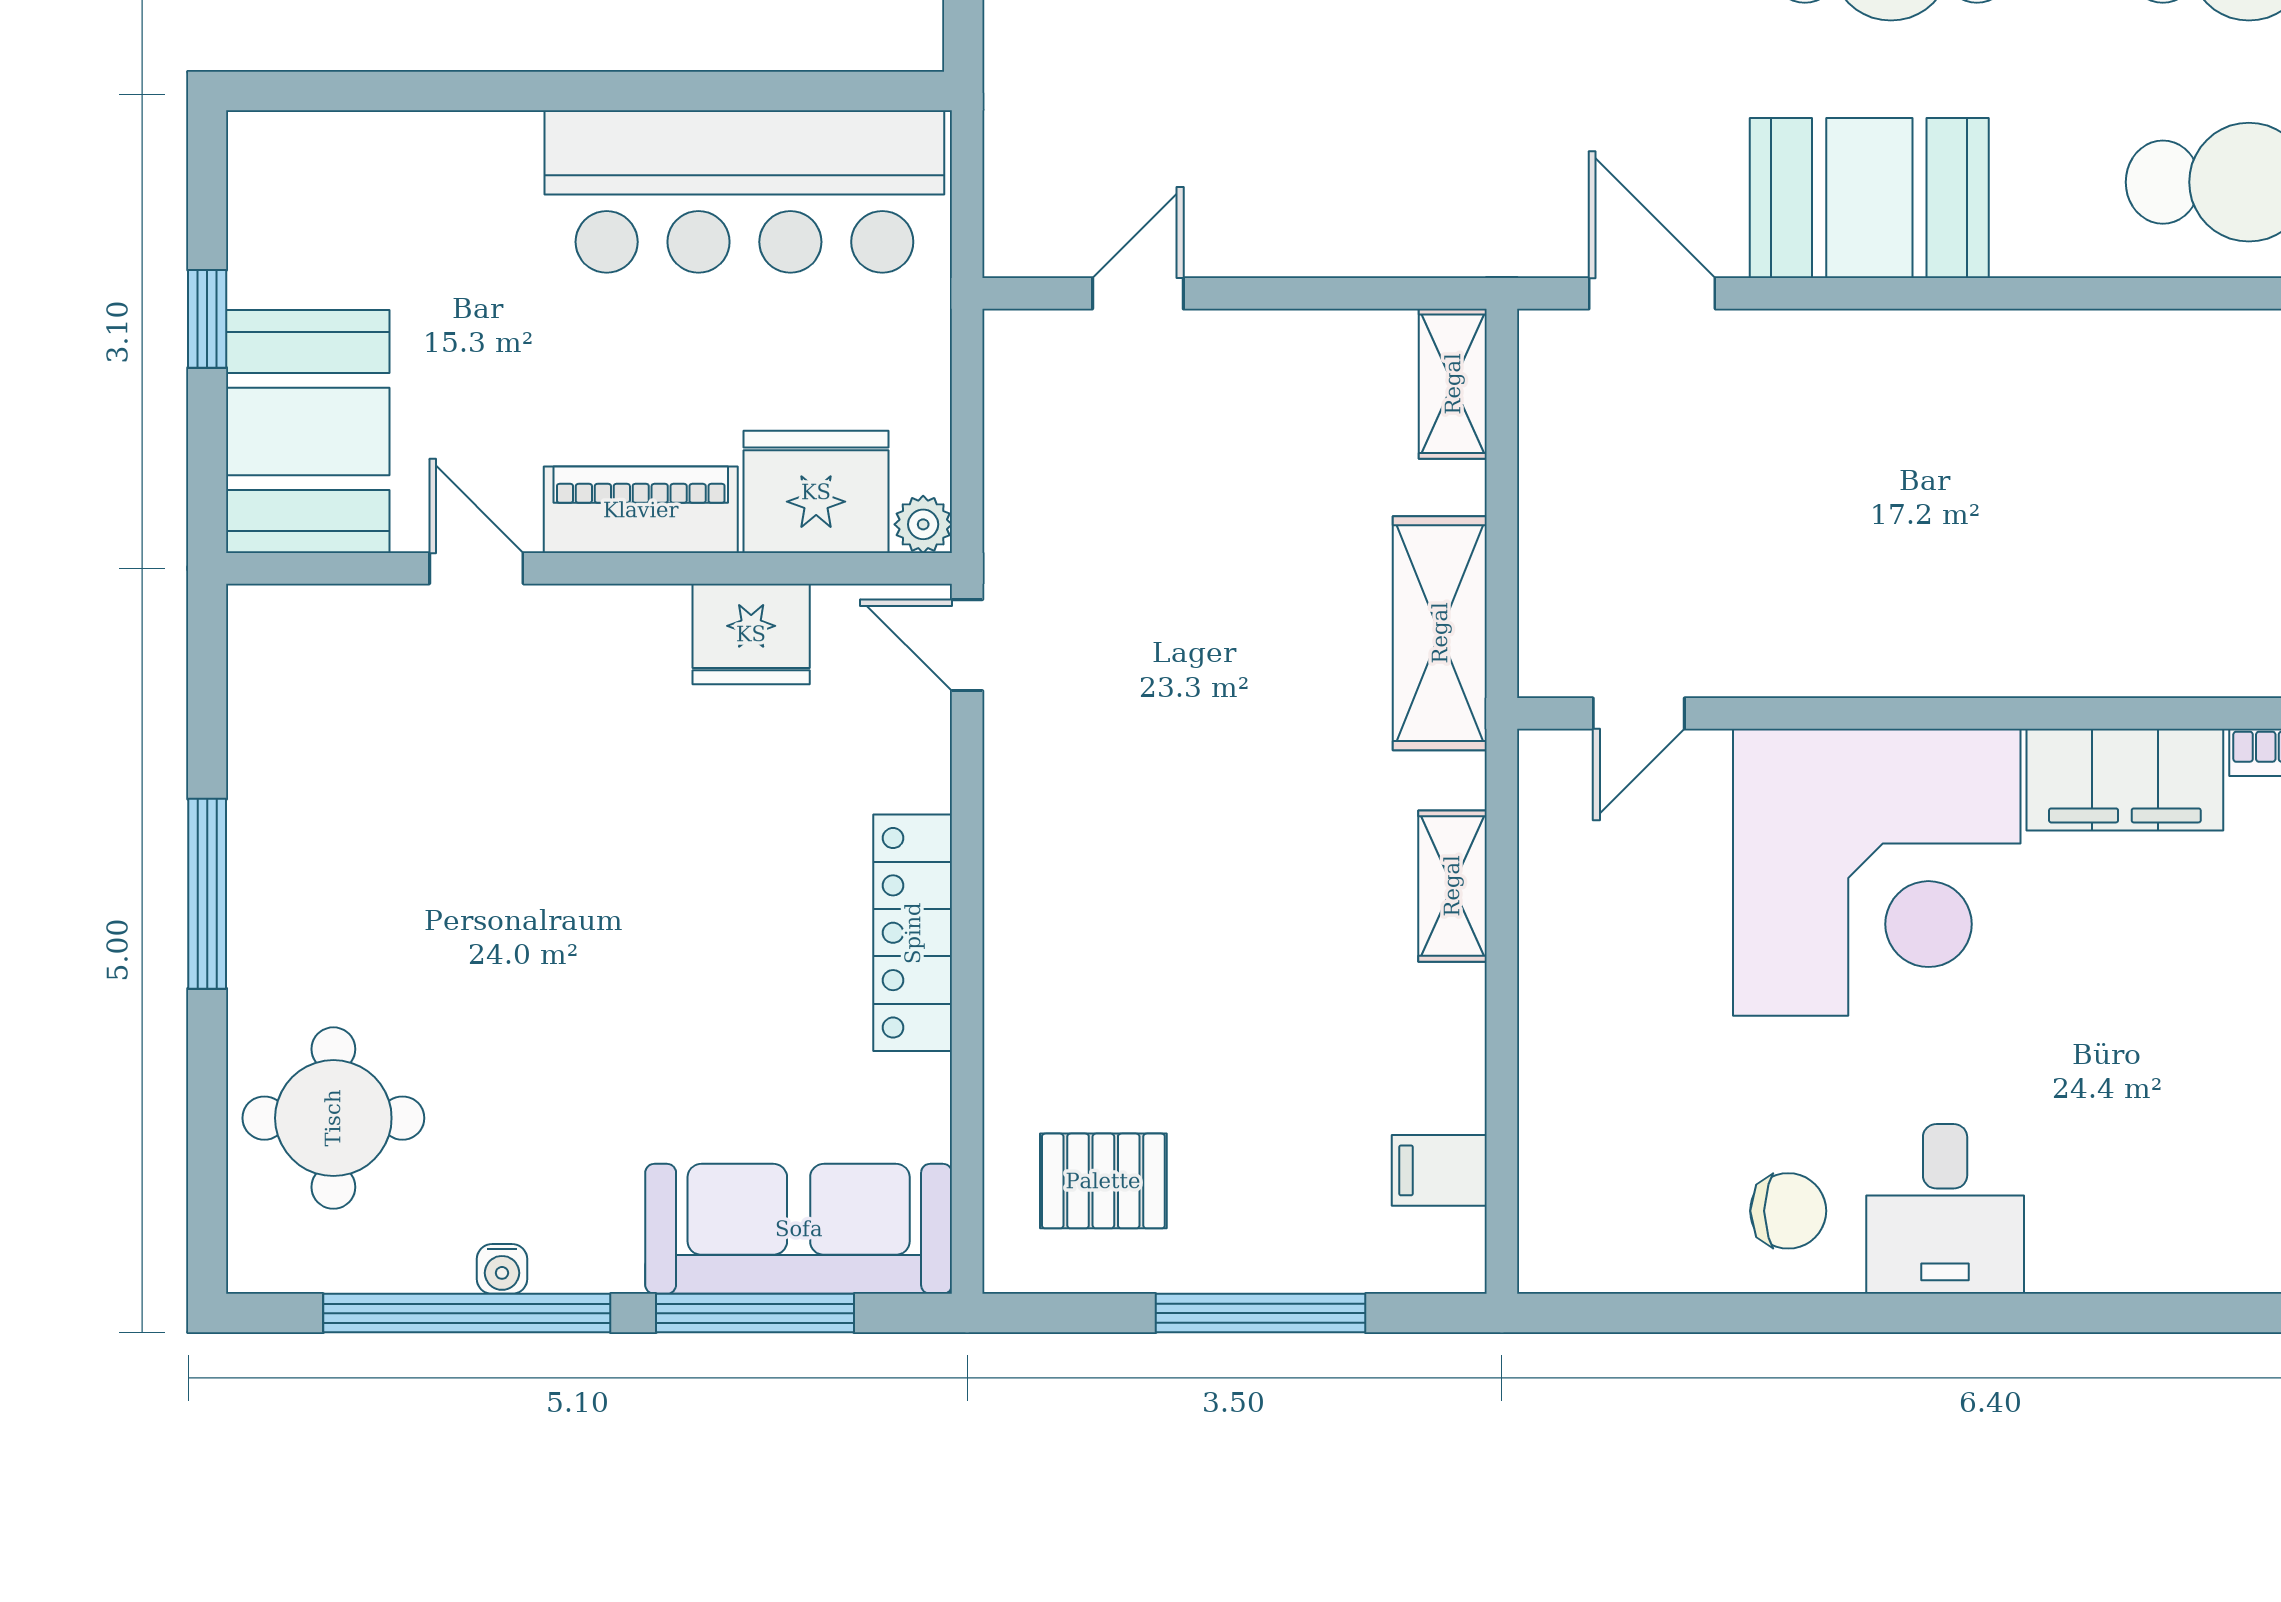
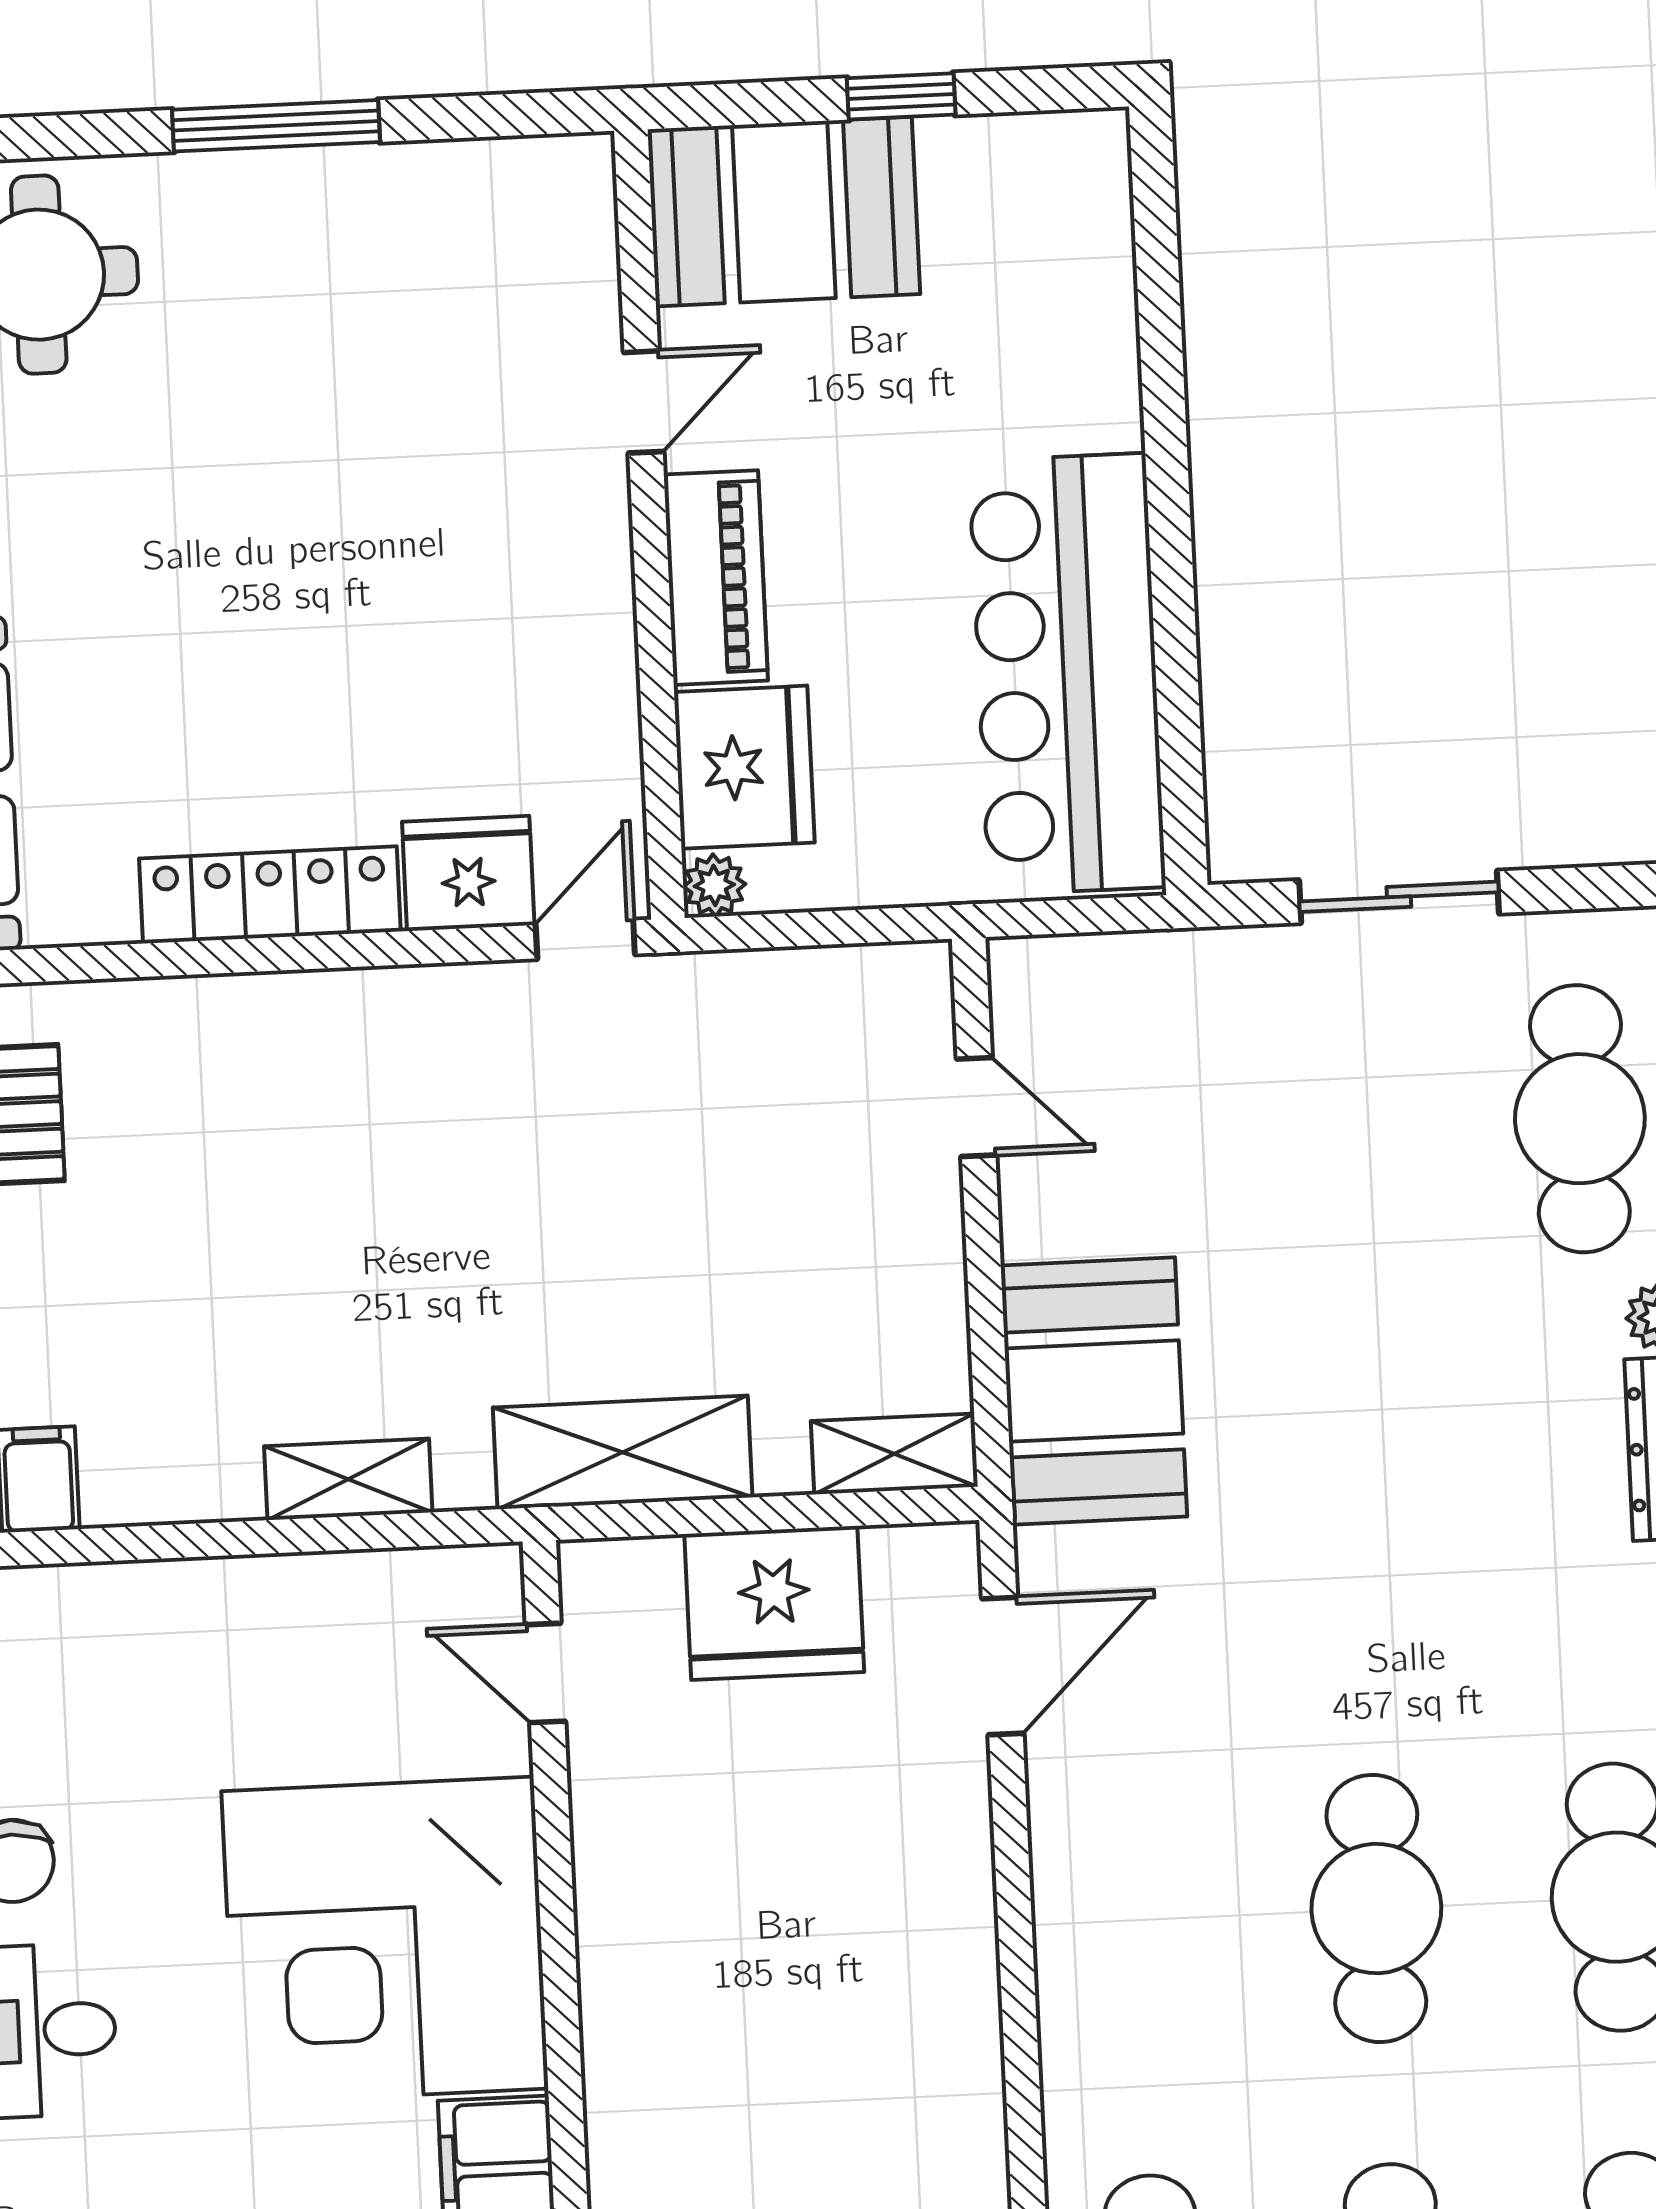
booth: (1869, 198) -> (1094, 1391), moved
fridge: (1584, 500) -> (774, 1603), added
fridge: (751, 634) -> (468, 873), moved, turned 90

